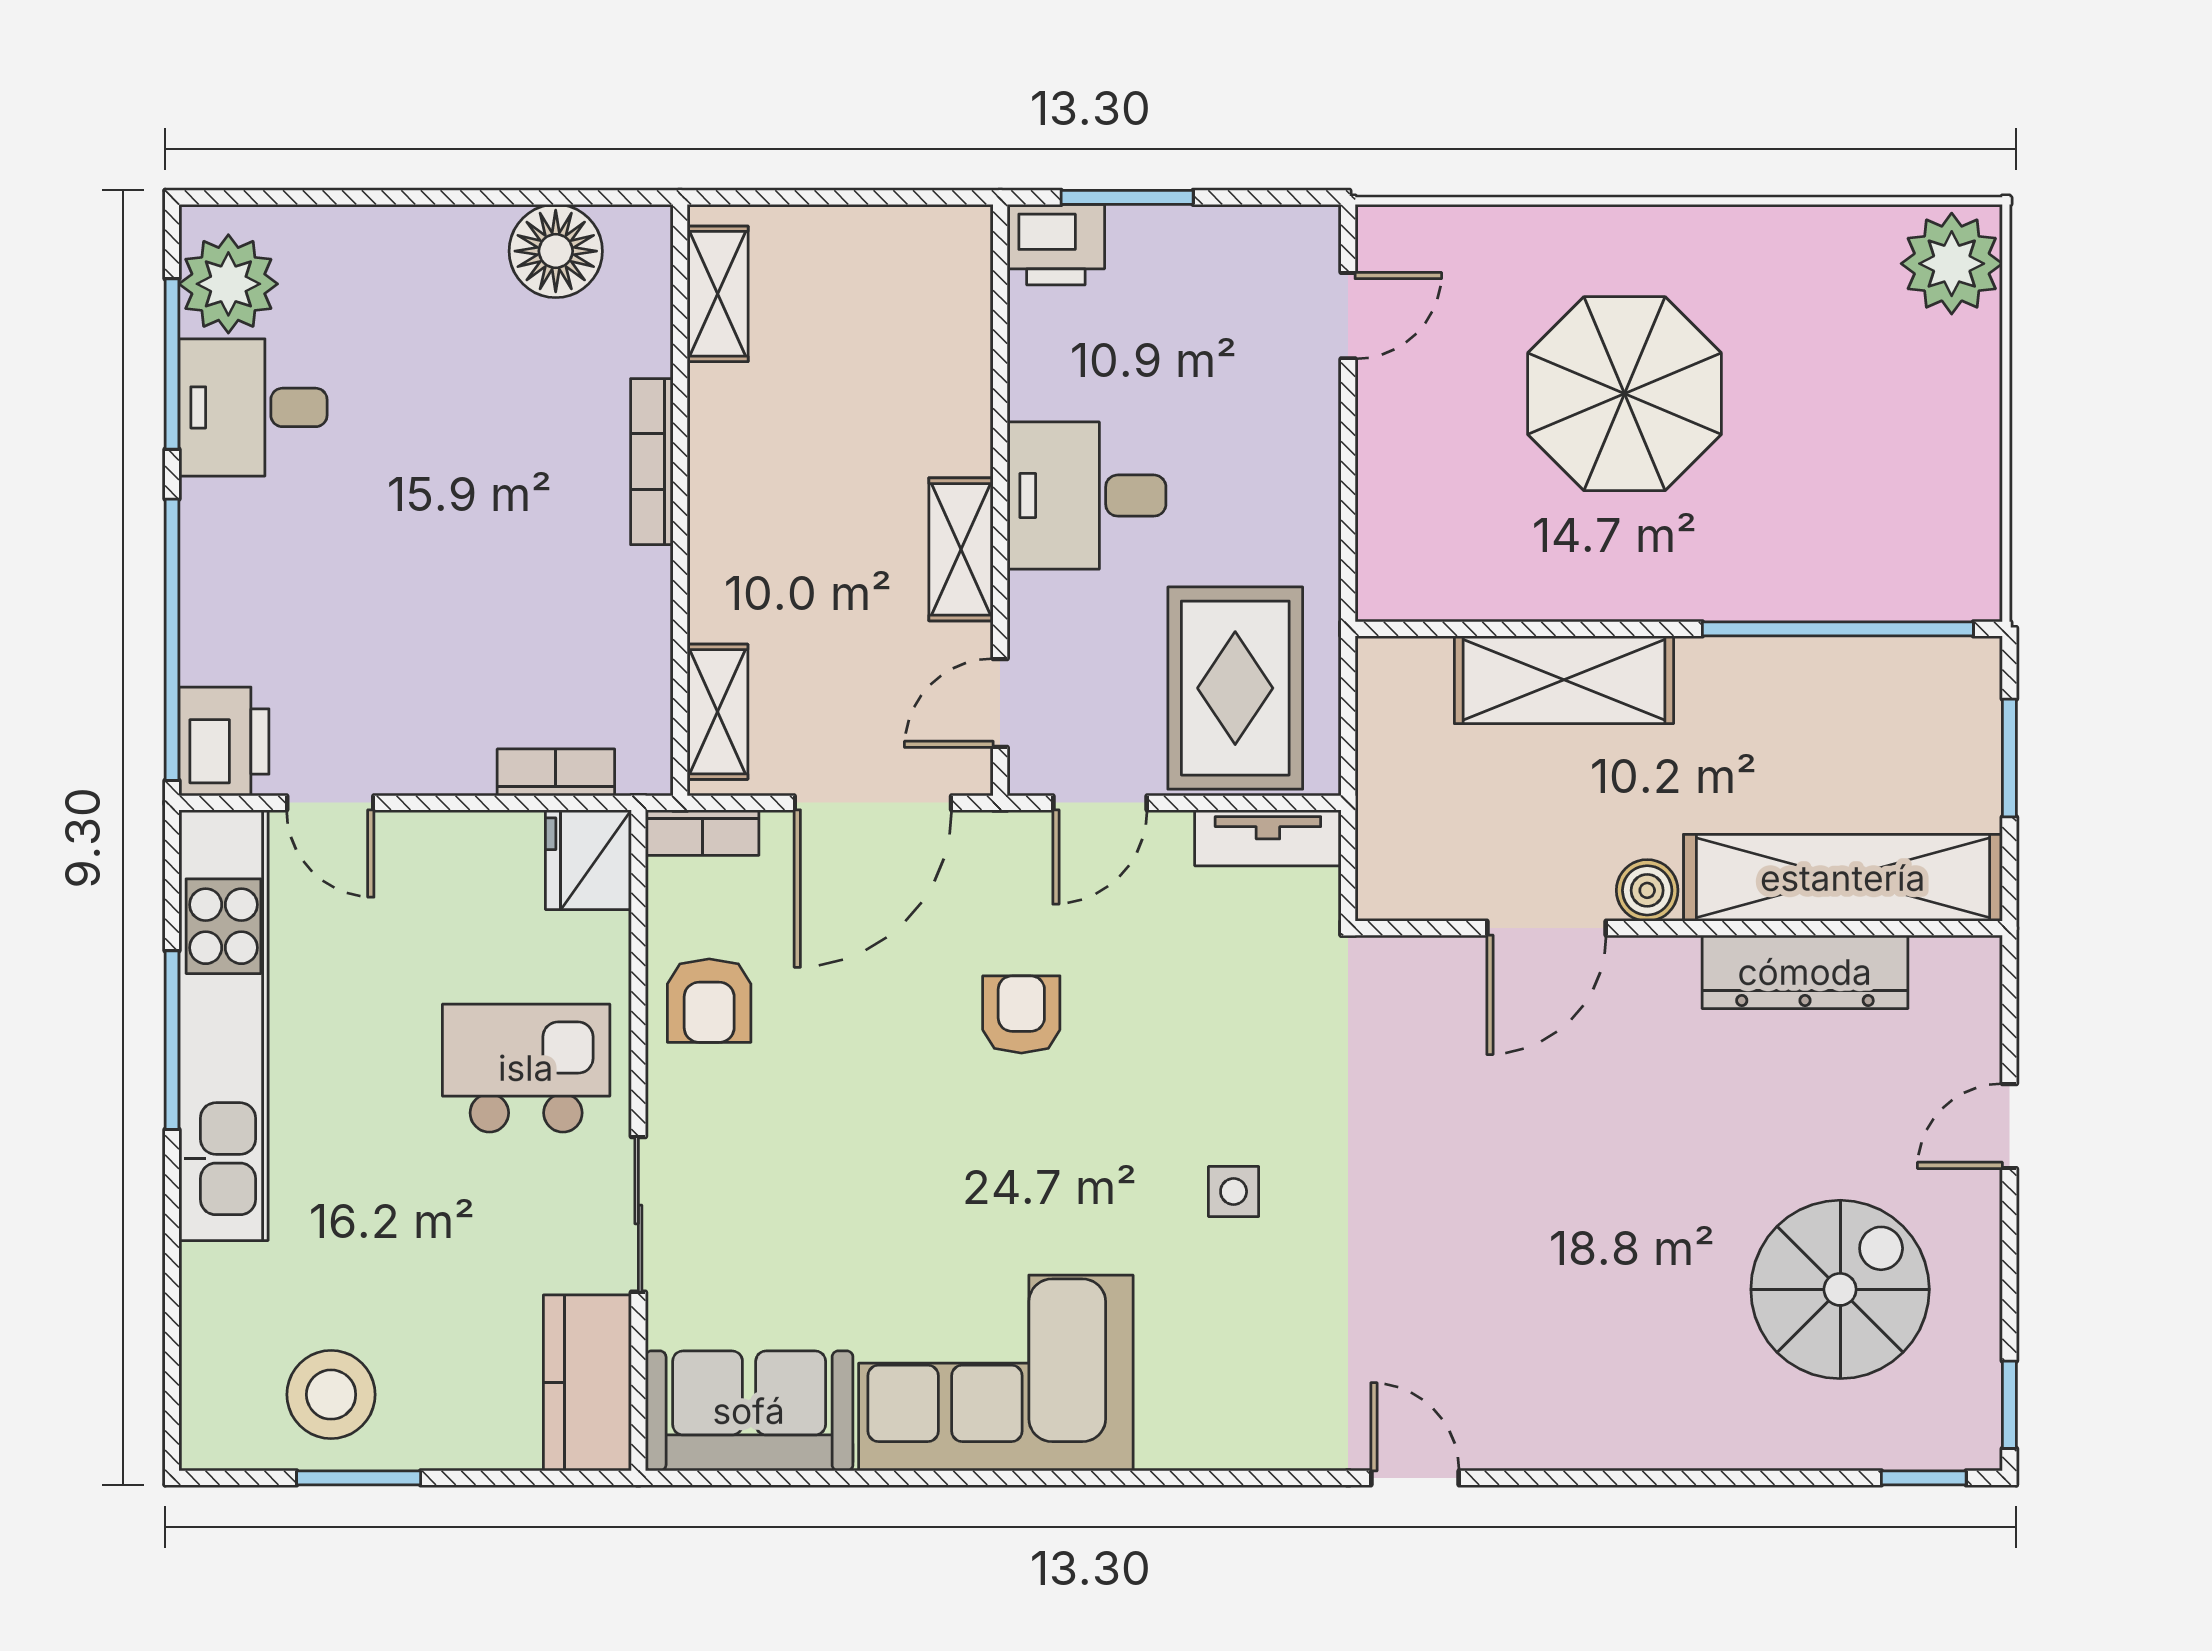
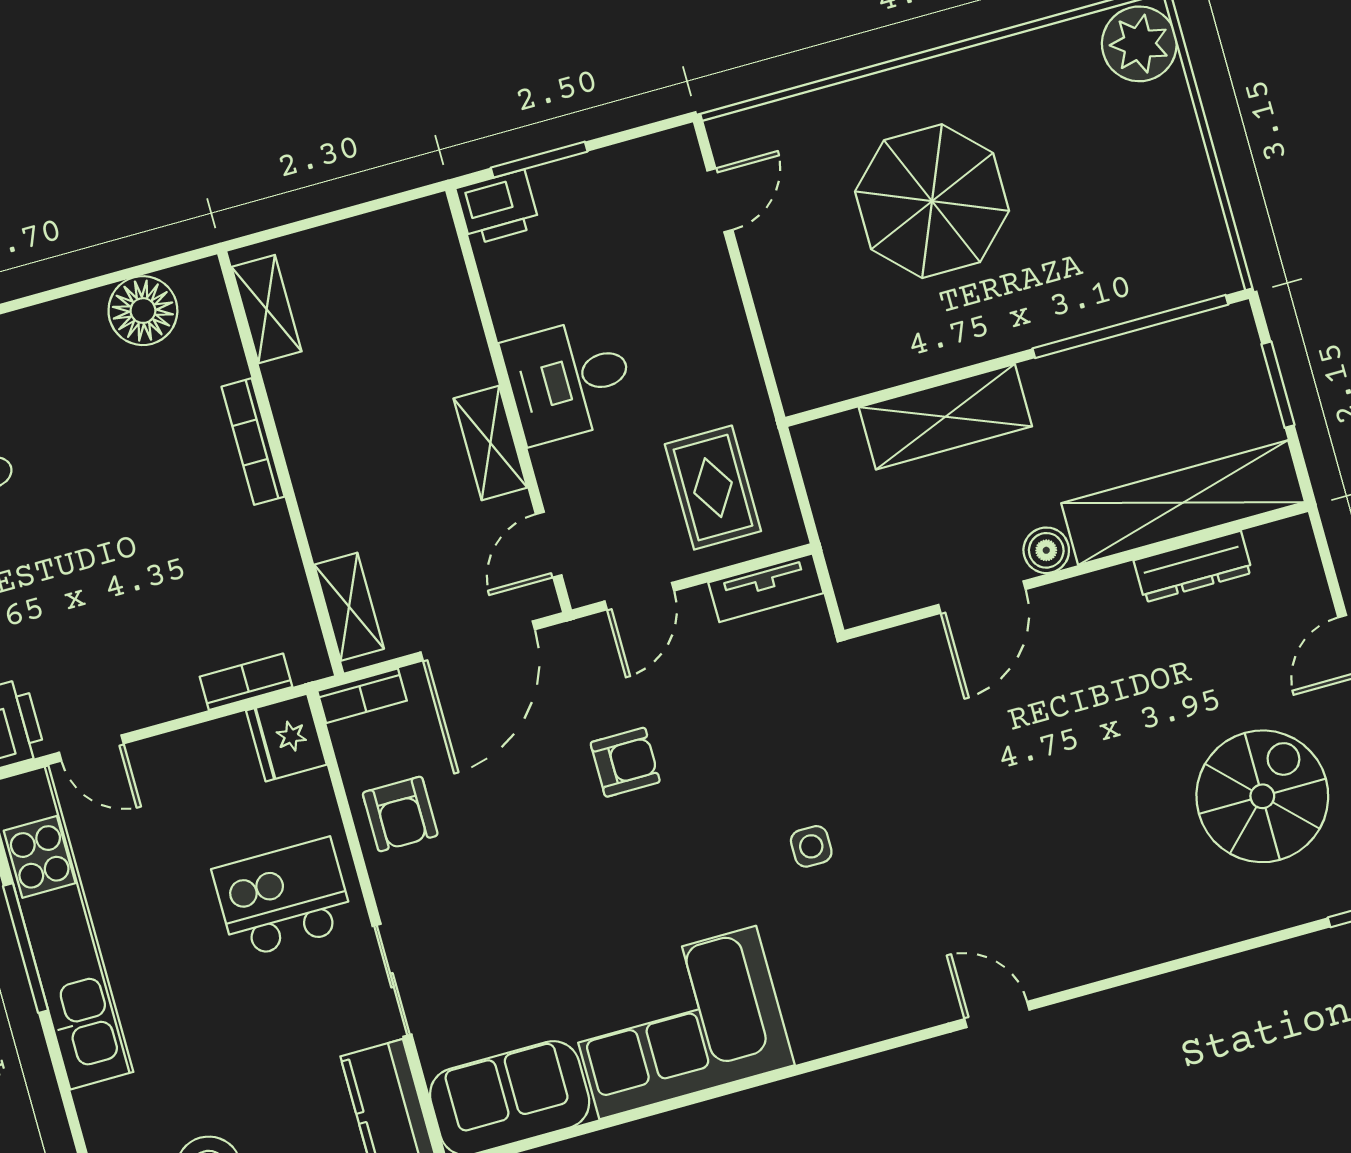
rug: (1235, 688) -> (713, 488), width x0.73, depth x0.70
dresser: (1805, 972) -> (1193, 567), width x0.73, depth x0.80
armchair: (1021, 1014) -> (625, 762), turned 90

